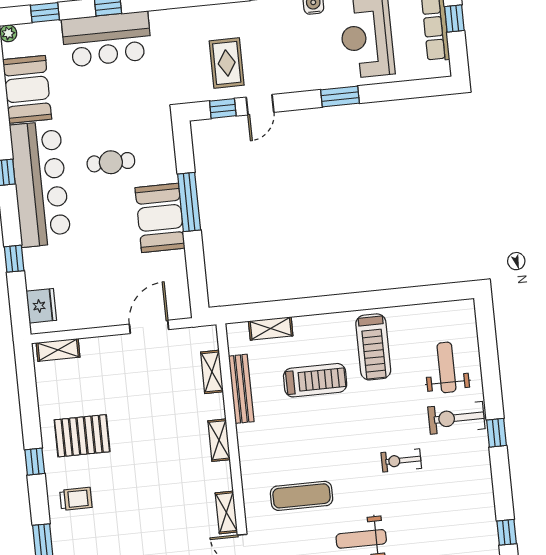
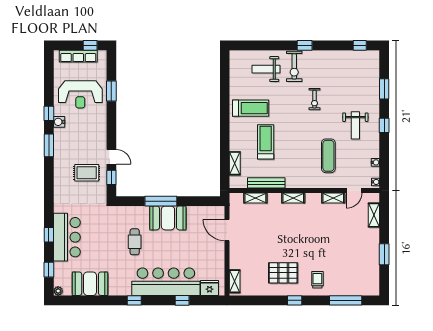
window: (454, 19) -> (90, 45), moved
window: (340, 97) -> (111, 91), moved
bar counter: (40, 184) -> (166, 282), moved
pallet: (82, 436) -> (283, 273), turned 90

